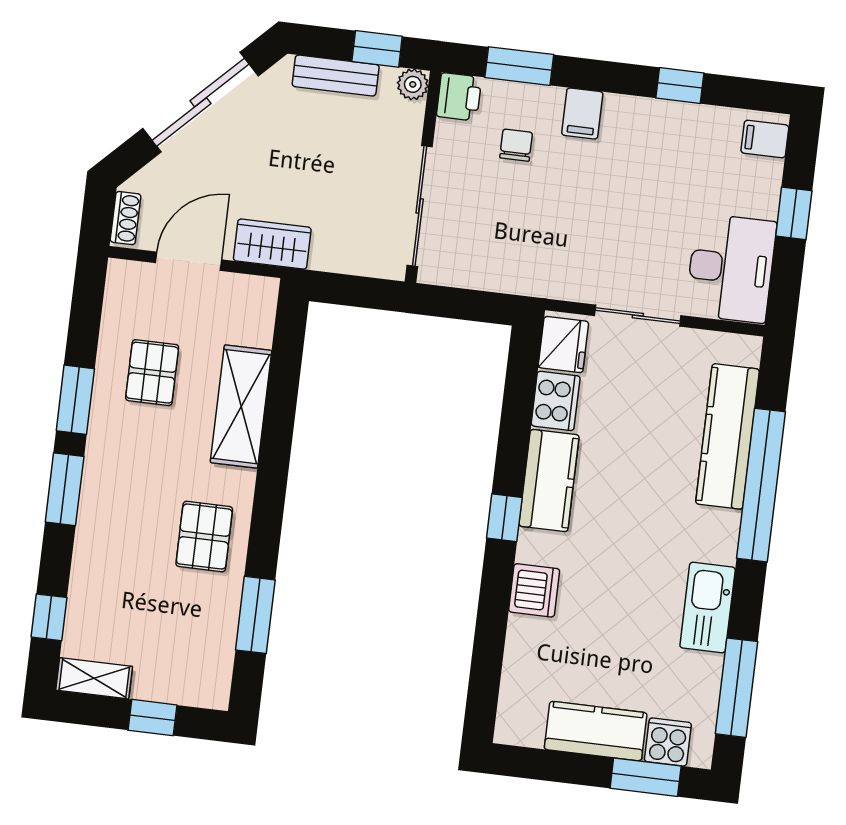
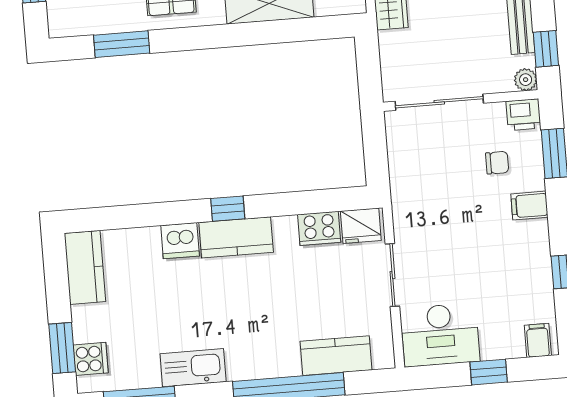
kitchen counter: (727, 436) -> (336, 356), width x0.67
kitchen counter: (549, 481) -> (236, 237), moved
kitchen counter: (596, 731) -> (85, 267), moved

